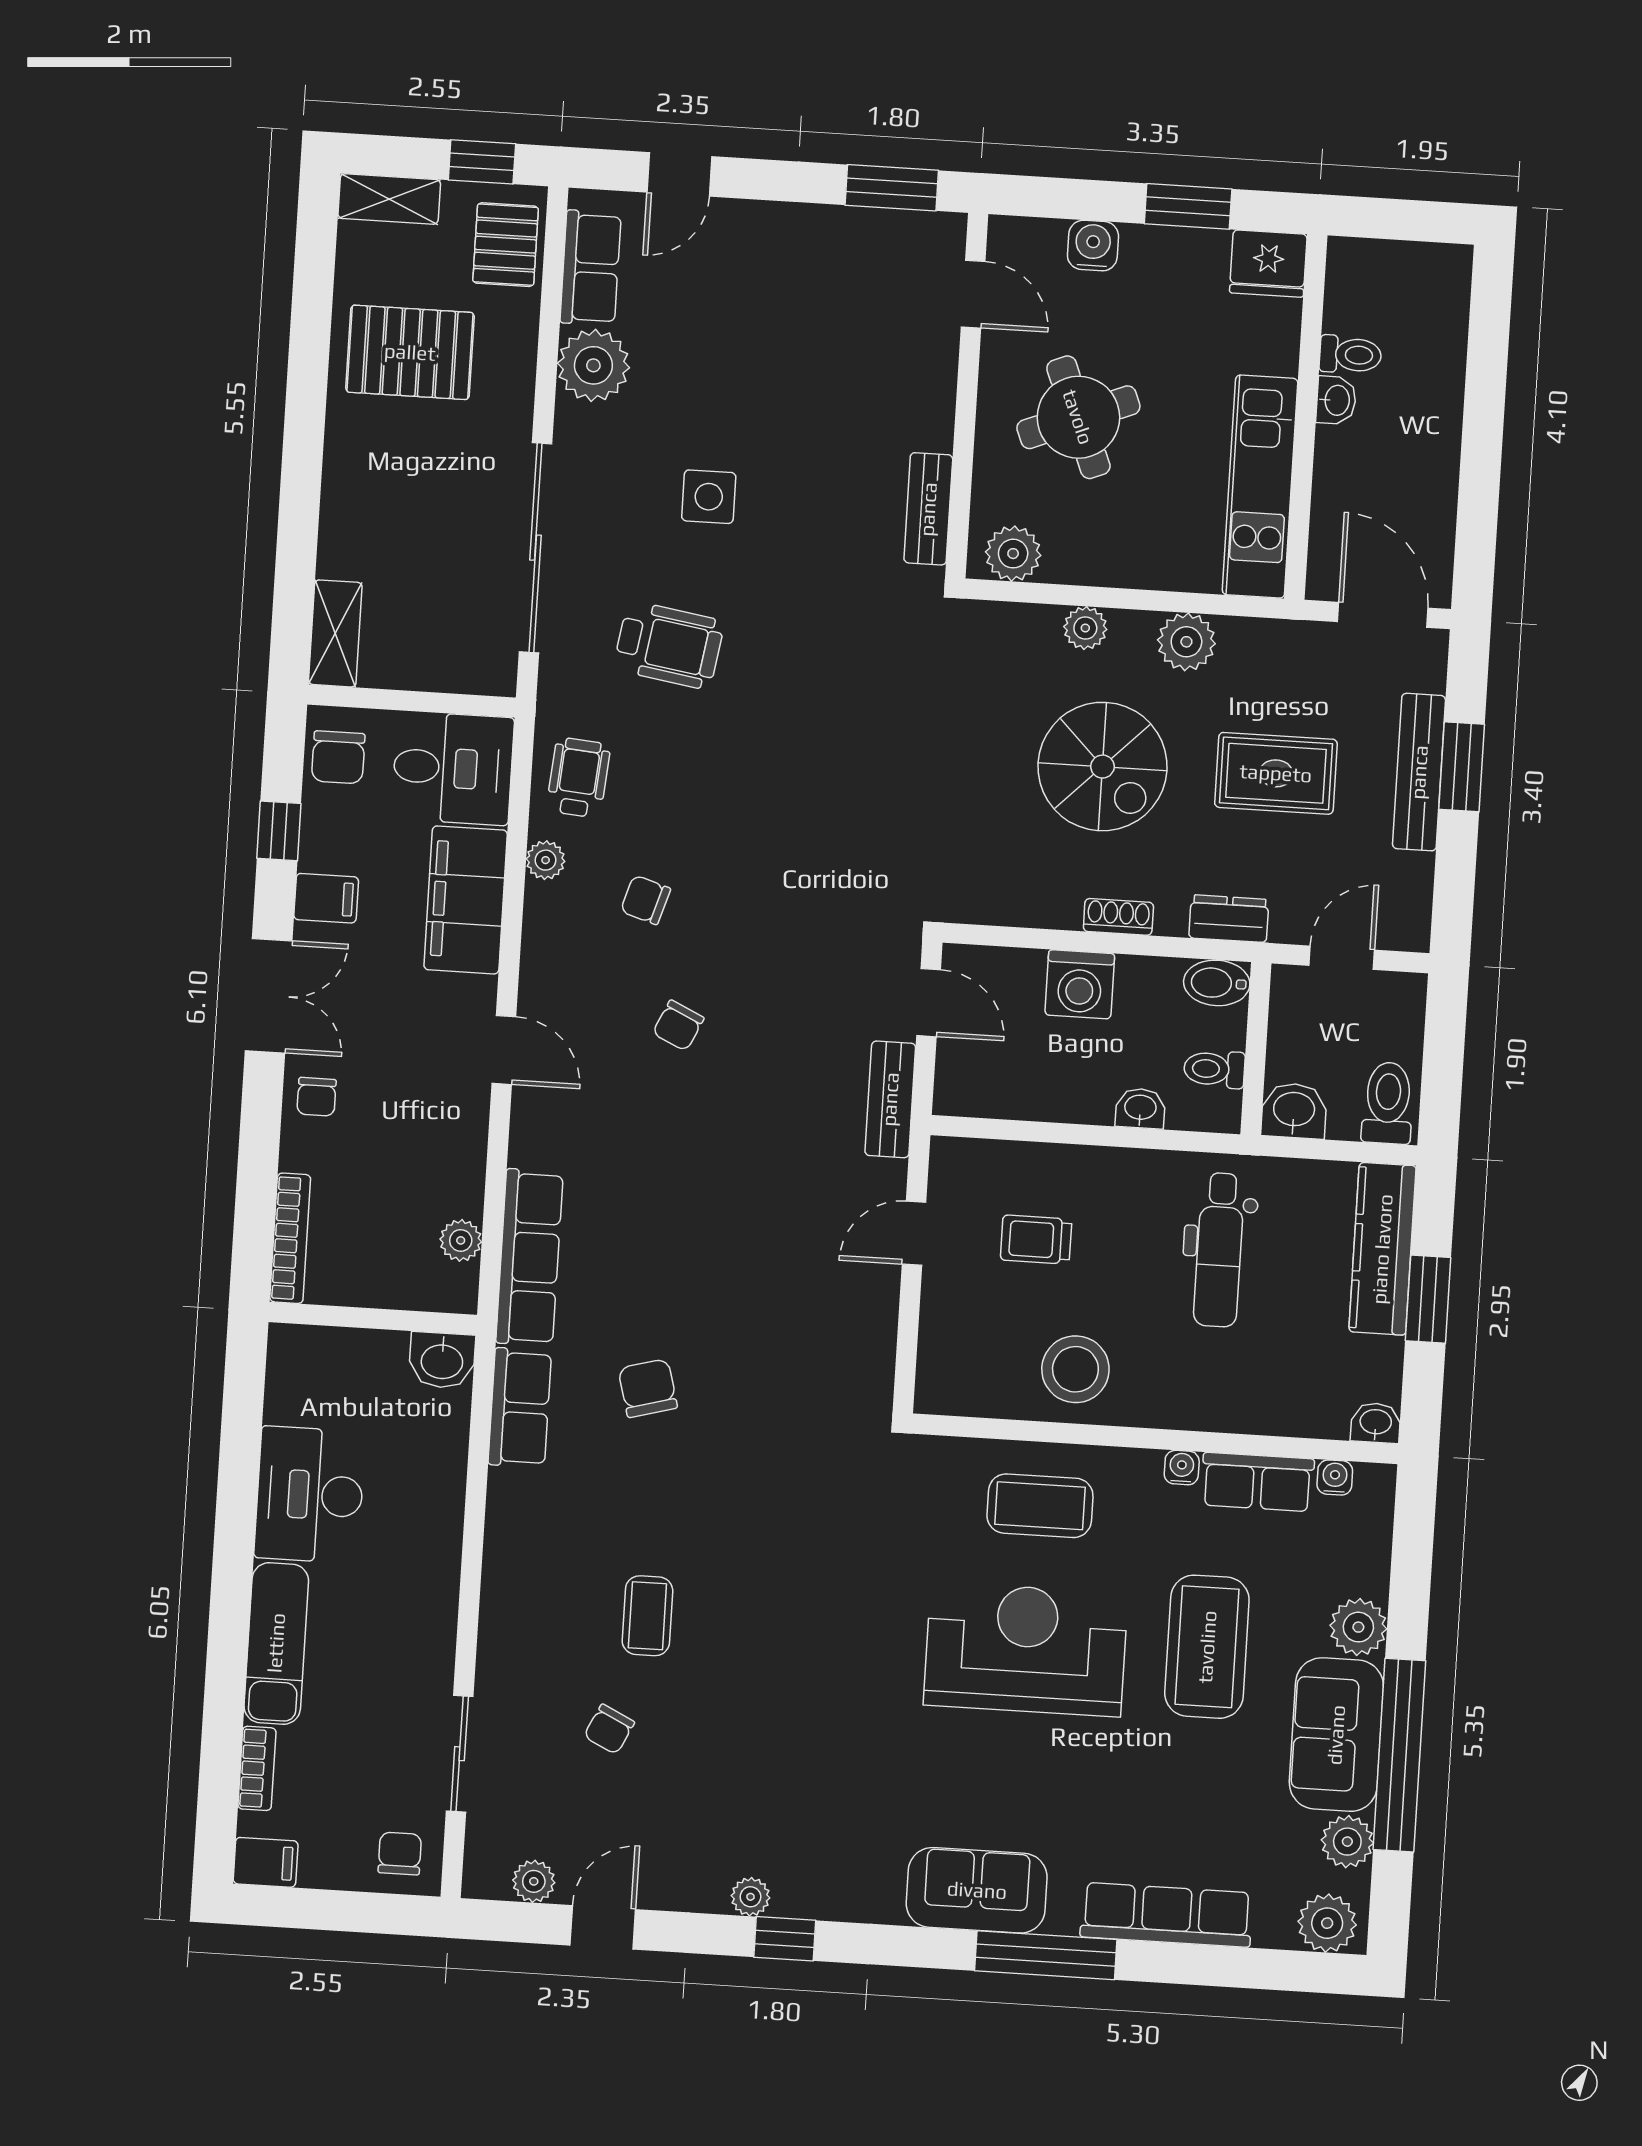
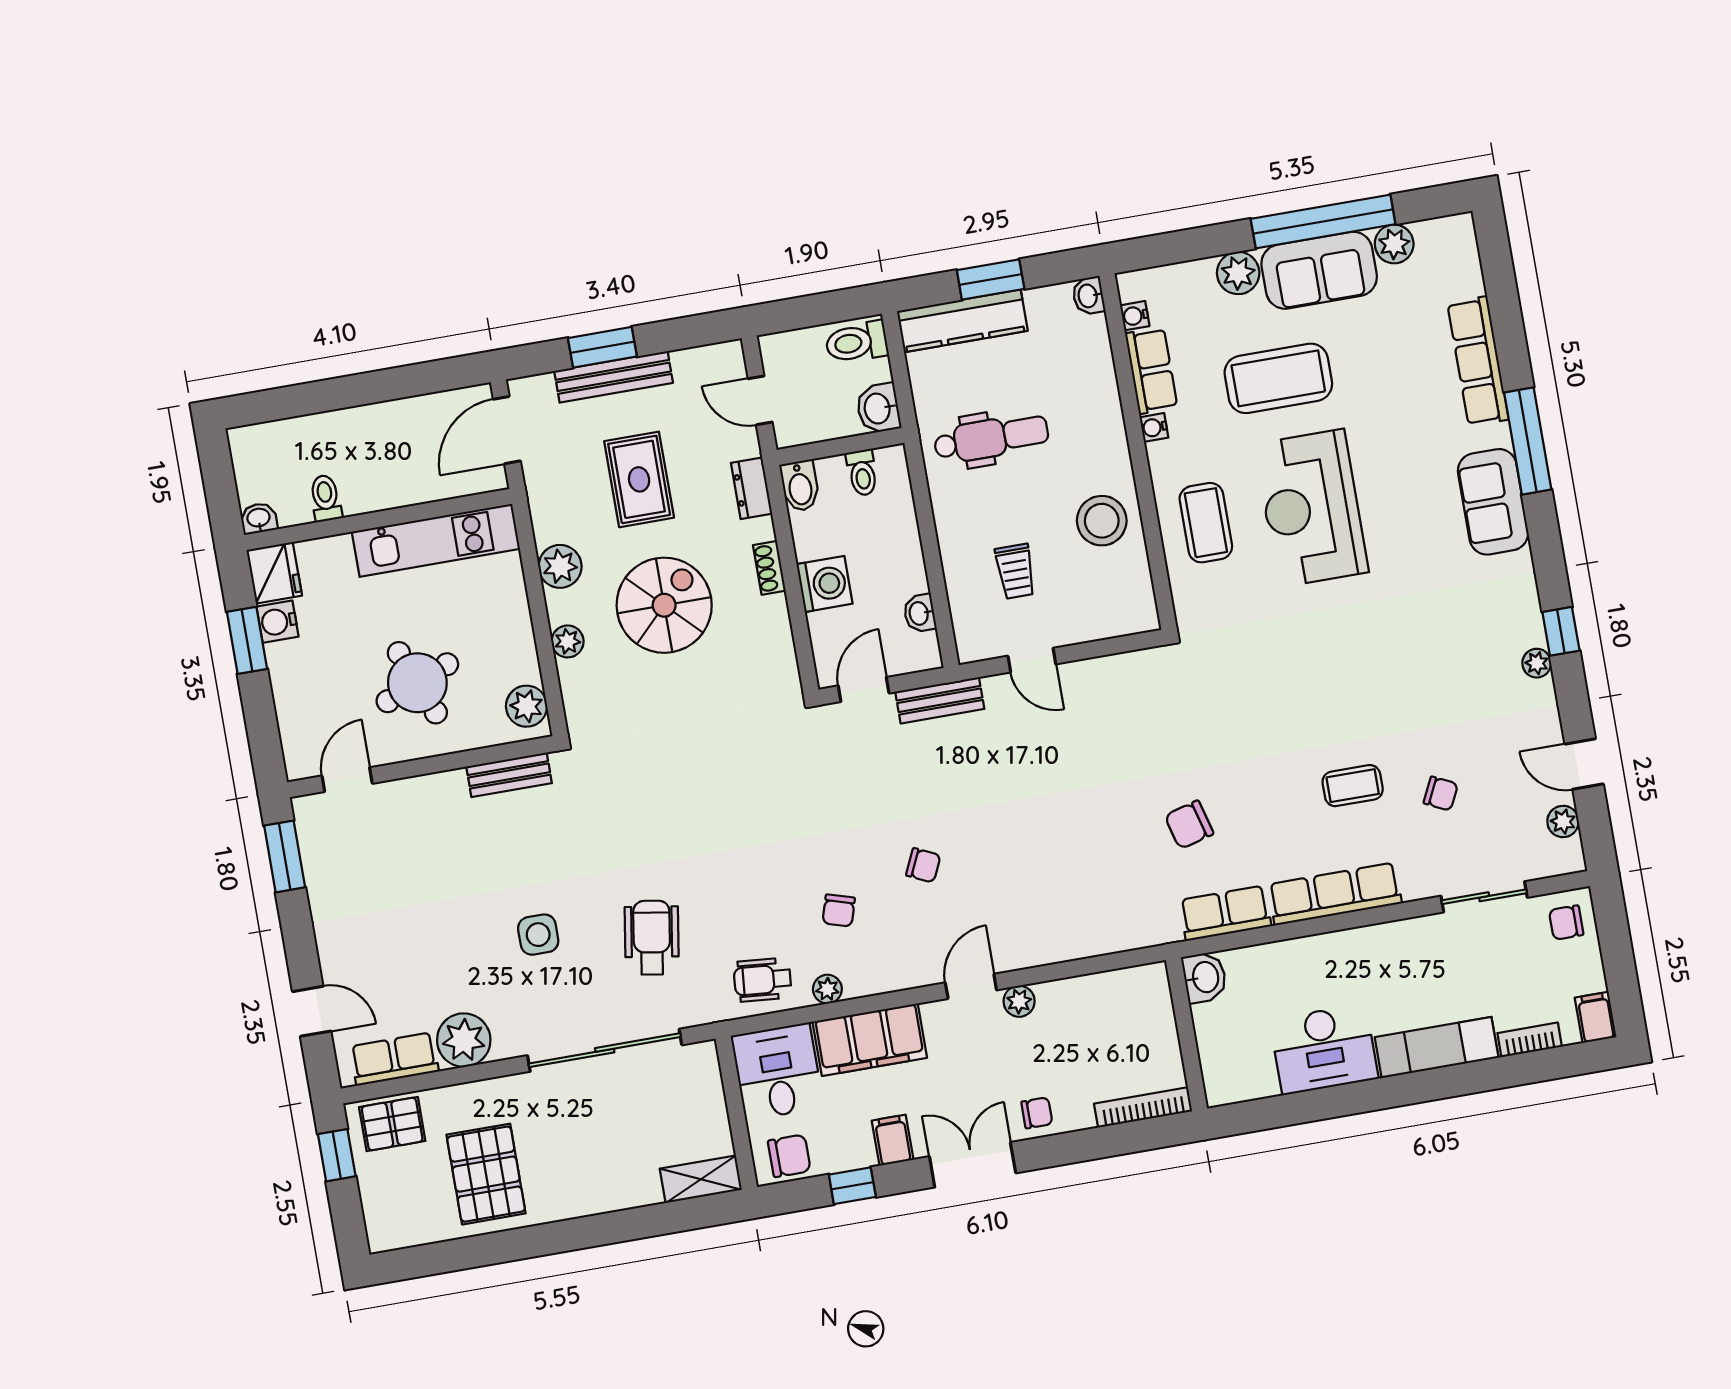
shelving: (389, 199) -> (379, 1215), removed
water cooler: (1093, 246) -> (278, 622), moved
washbasin: (1336, 400) -> (259, 518), moved
washbasin: (1140, 1108) -> (920, 613), moved
plant: (461, 1240) -> (1019, 1001), moved
row of seats: (529, 1257) -> (1335, 894), moved
plant: (1327, 1923) -> (1456, 244), removed

